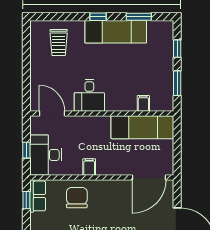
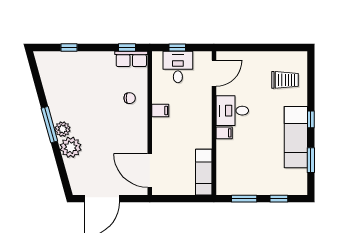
trolley: (59, 42) -> (285, 80), turned 180
filing cabinet: (143, 103) -> (224, 133), moved
exam couch: (142, 127) -> (204, 172), width x0.73, depth x0.69
desk: (46, 155) -> (178, 67), width x0.73
chair: (77, 198) -> (130, 98), width x0.54, depth x0.54

